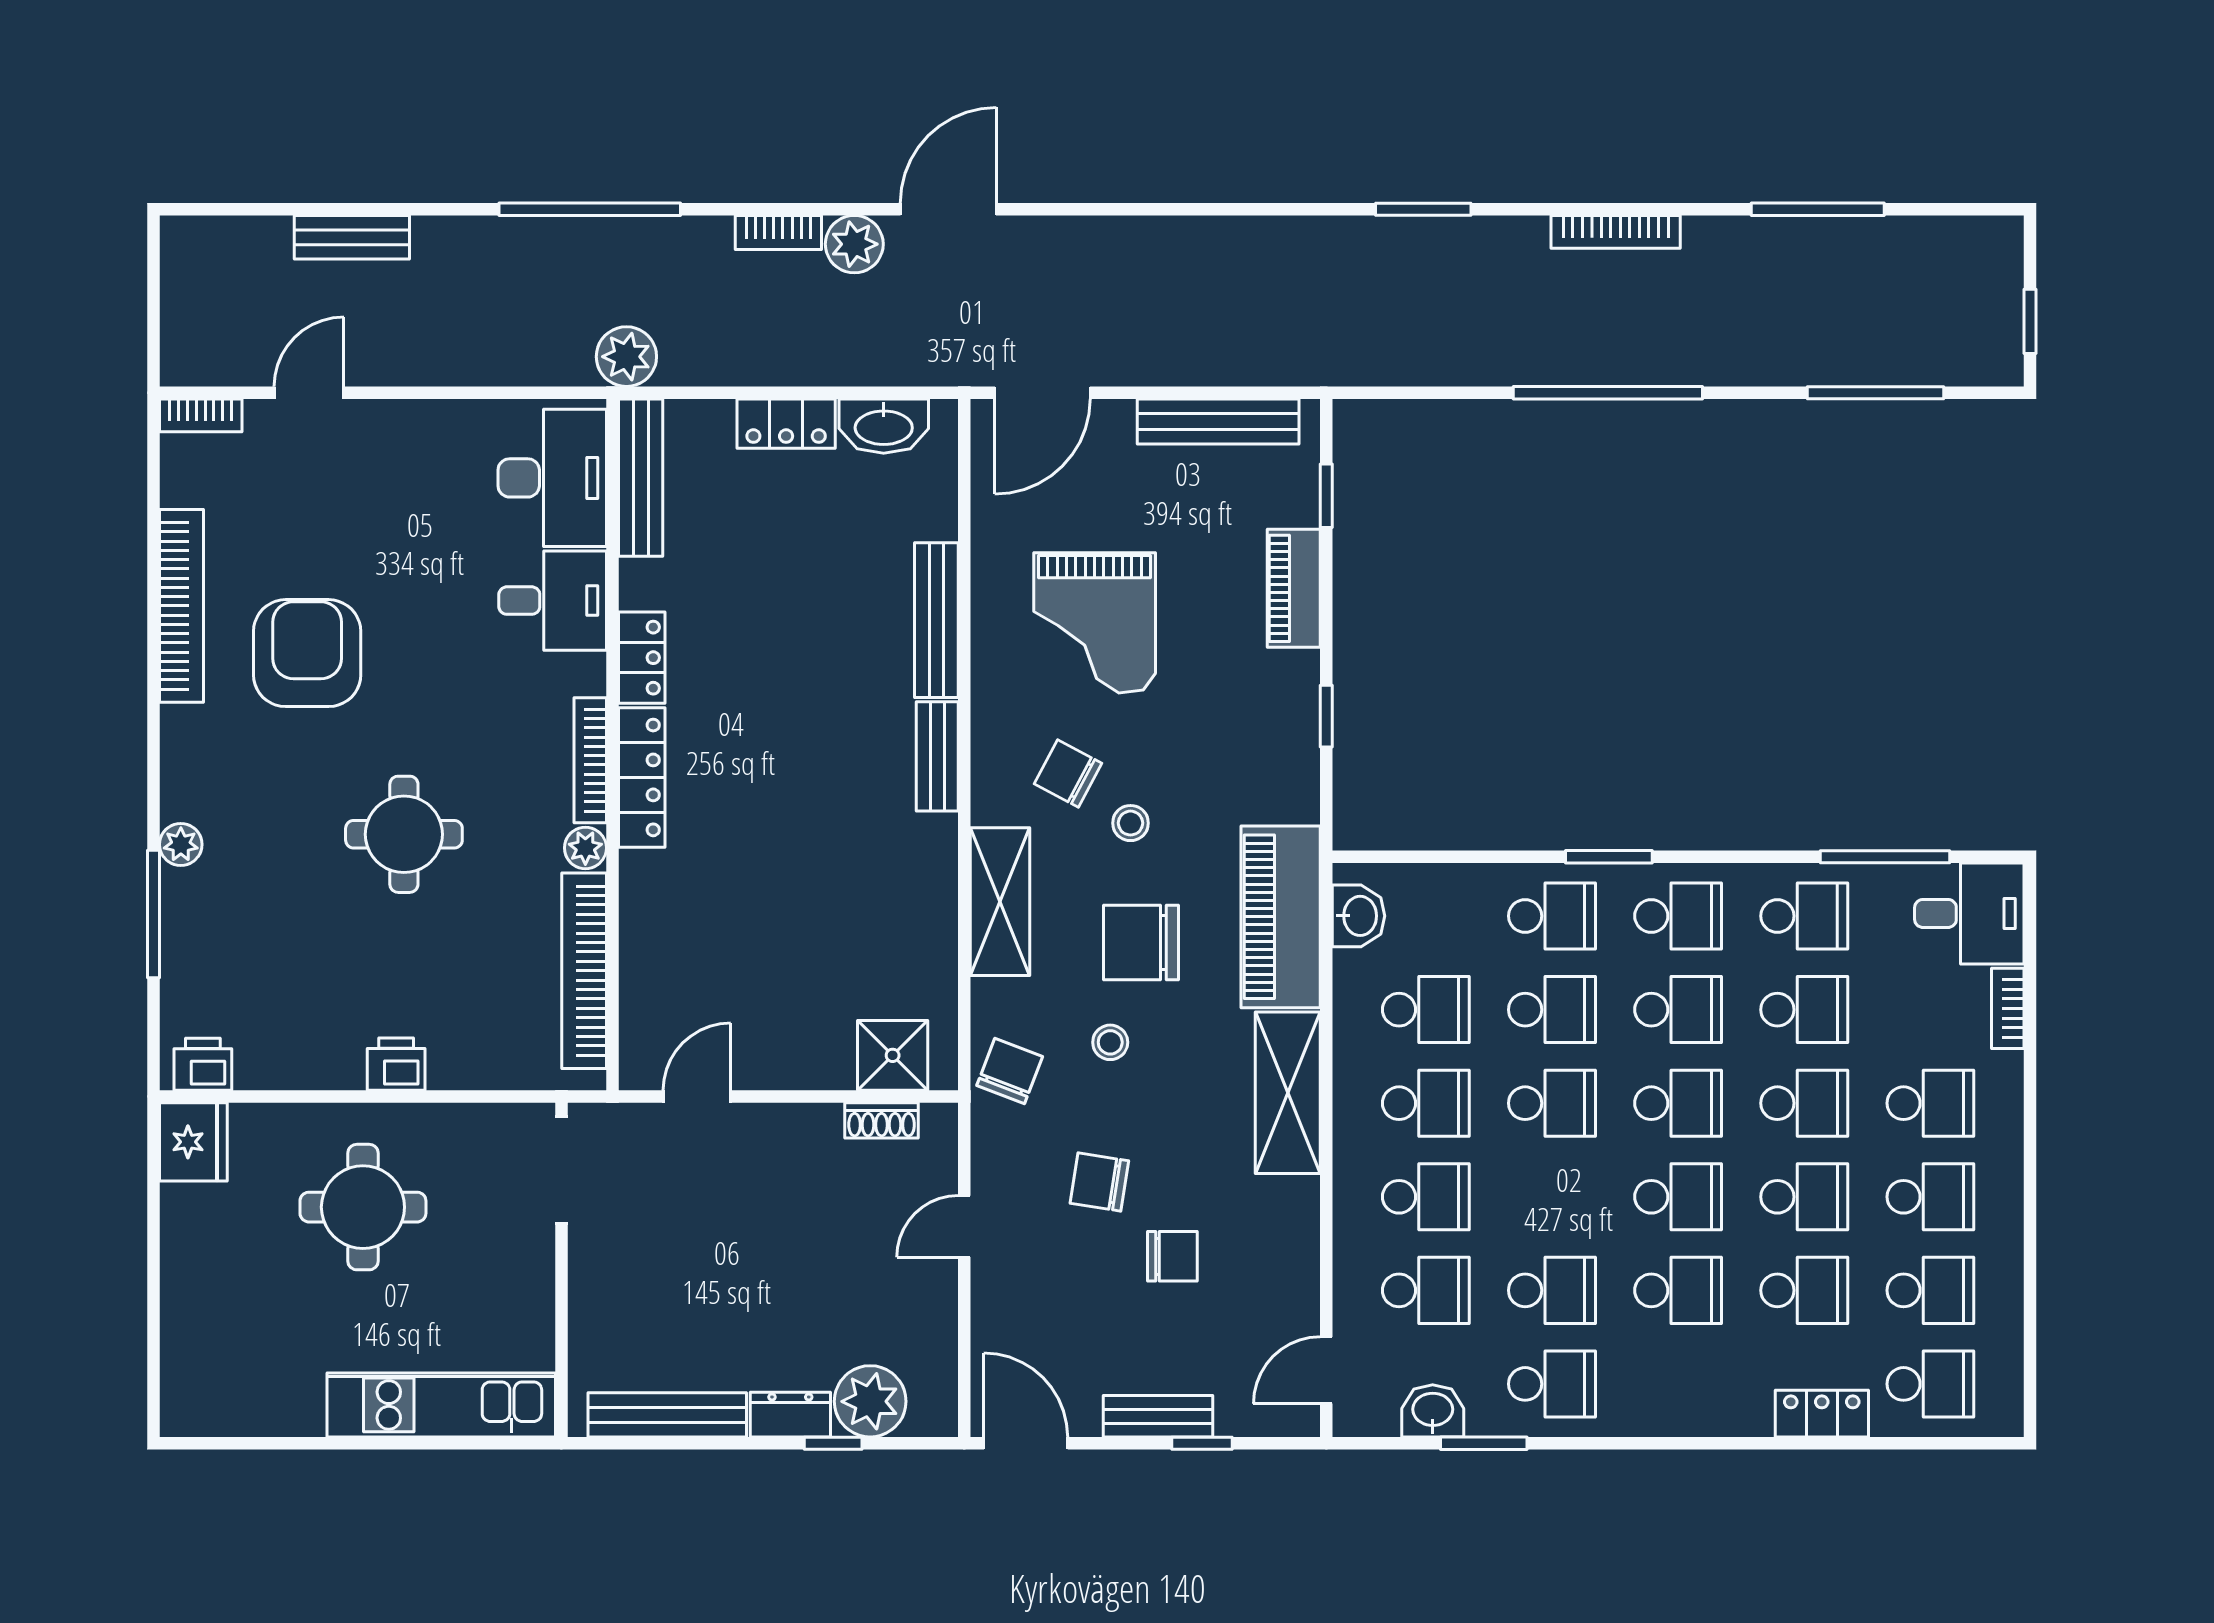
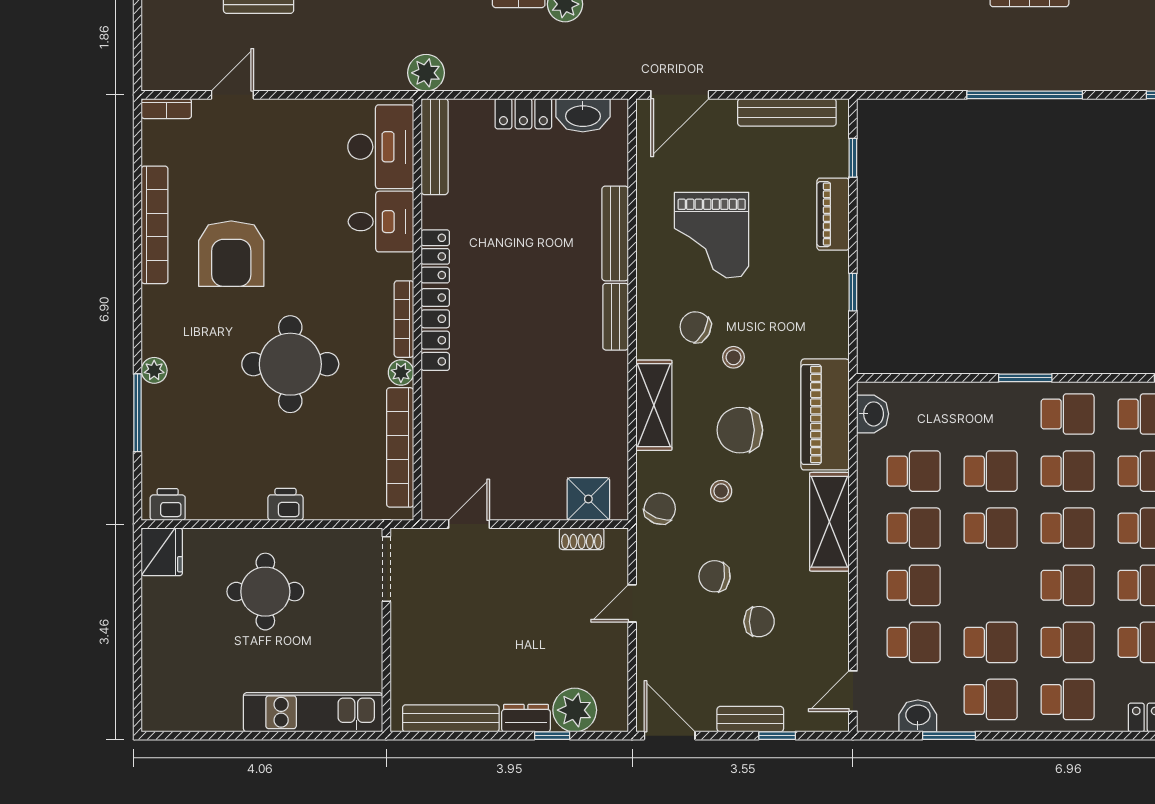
armchair: (307, 653) -> (231, 254), turned 180
round table: (404, 834) -> (290, 364), width x1.36, depth x1.36
school desk: (1552, 916) -> (1068, 699), moved

